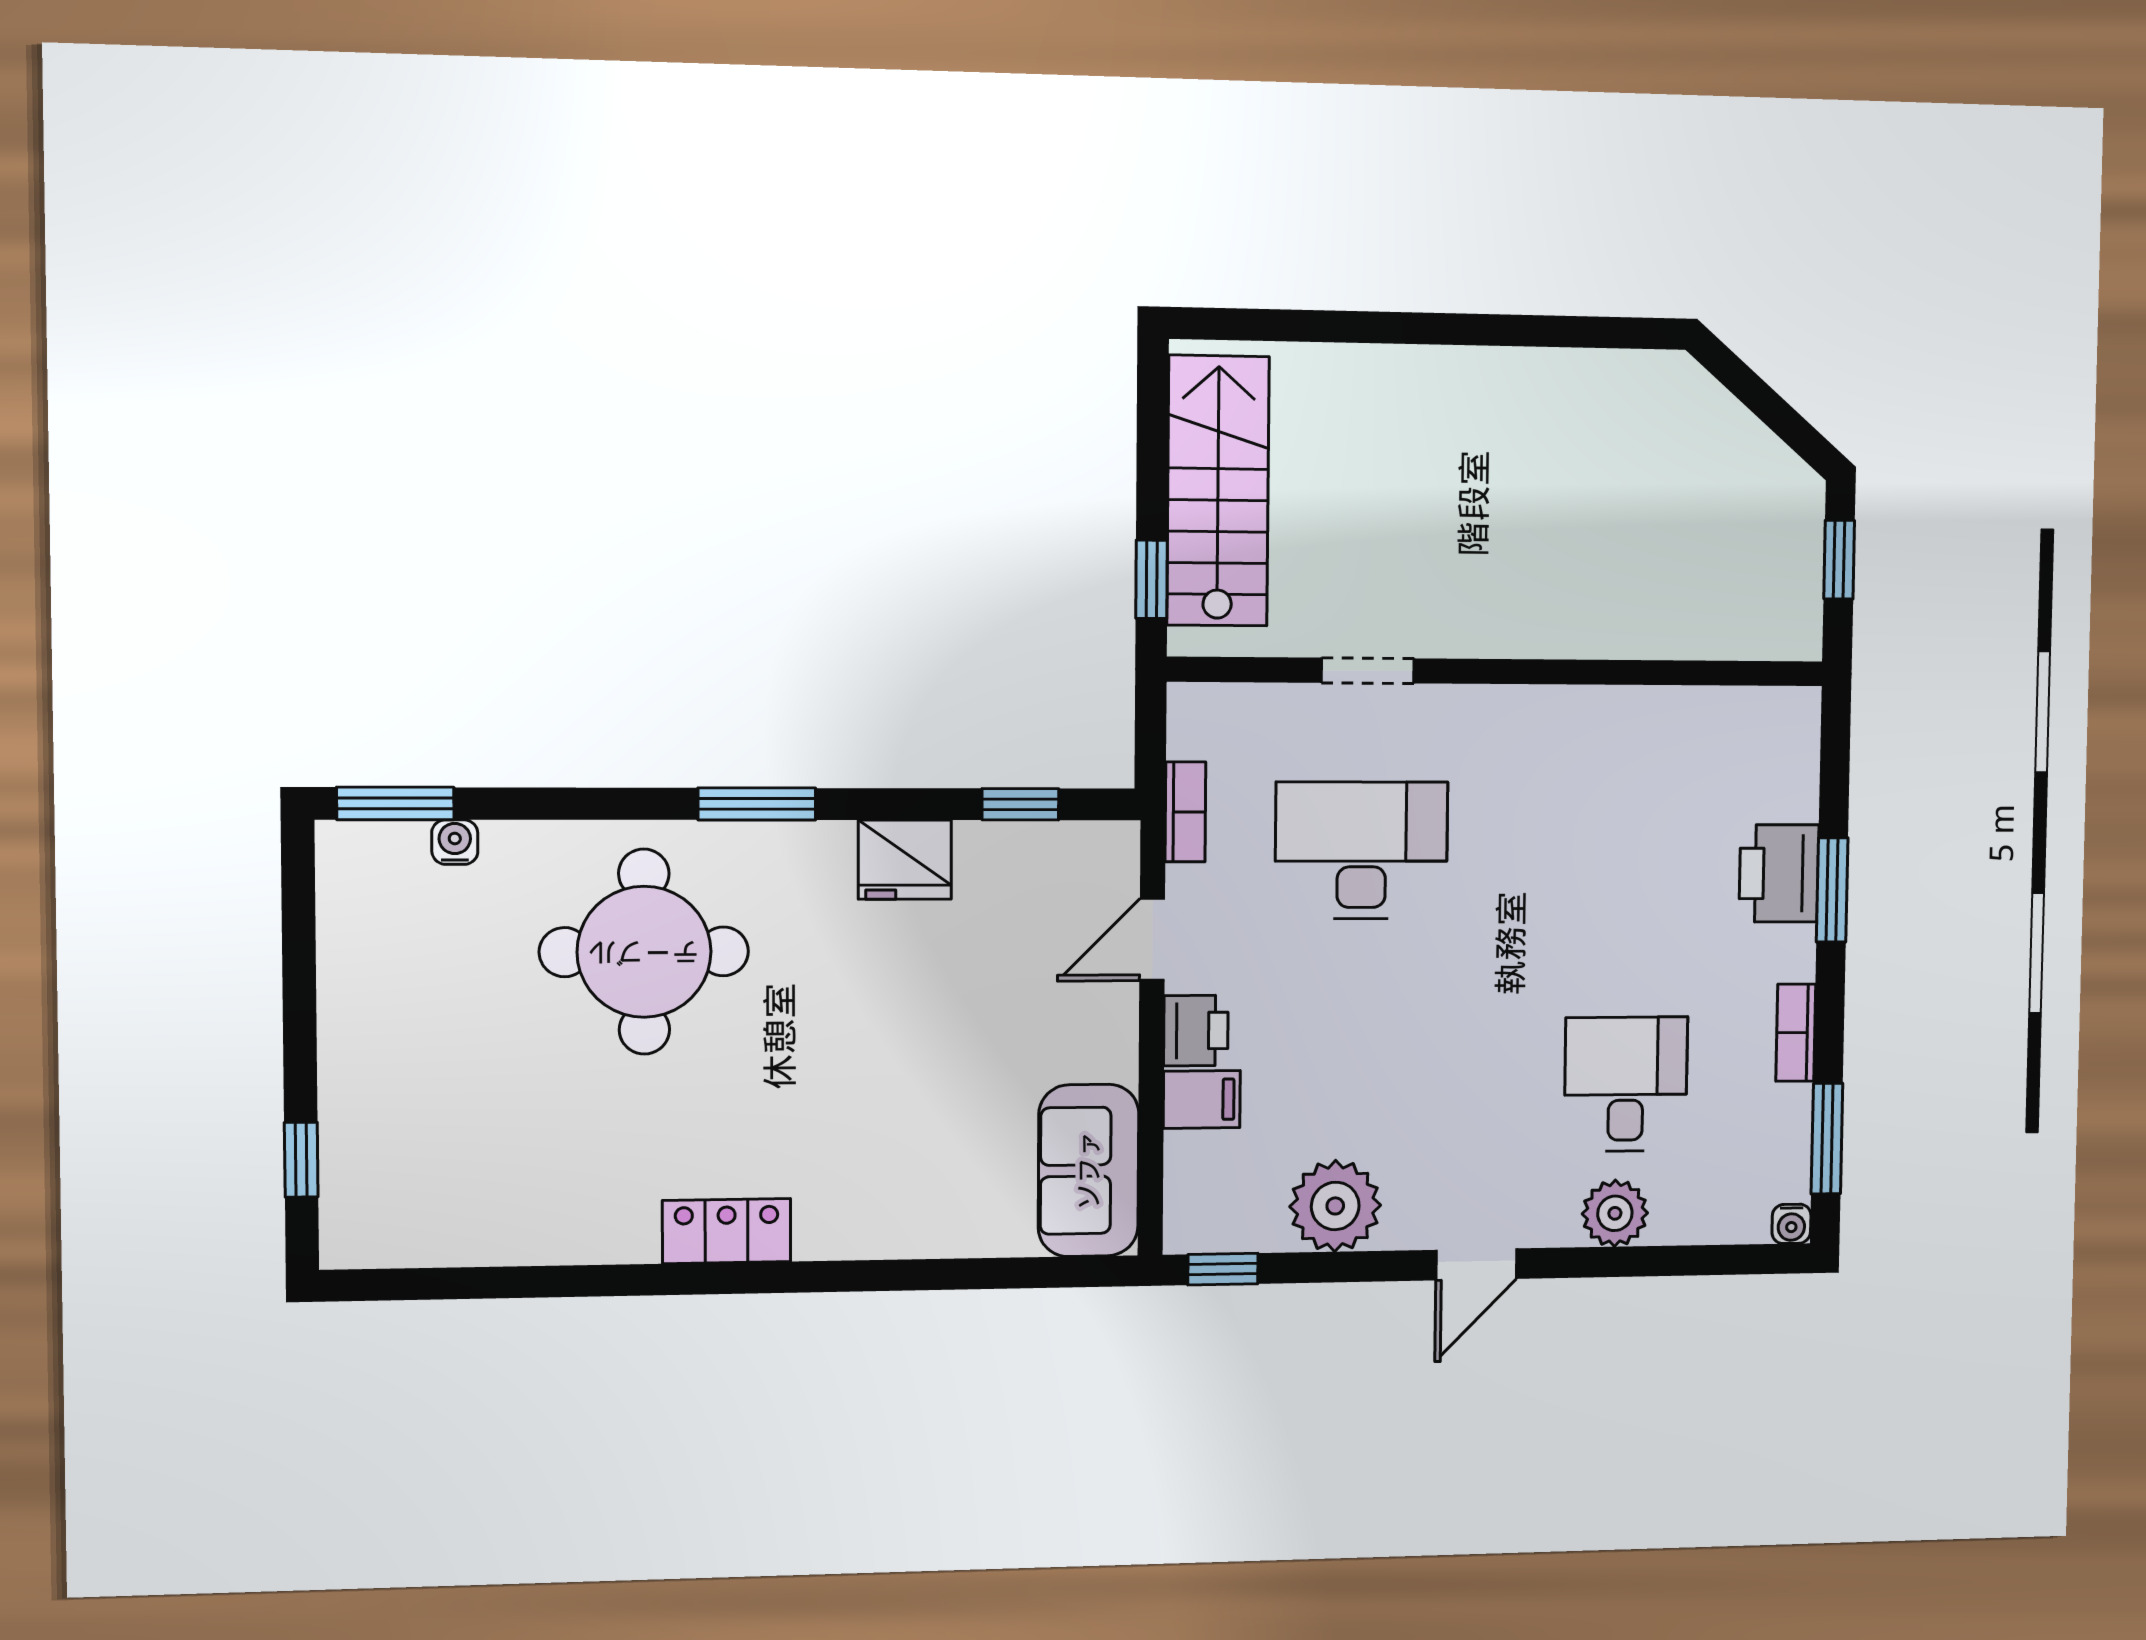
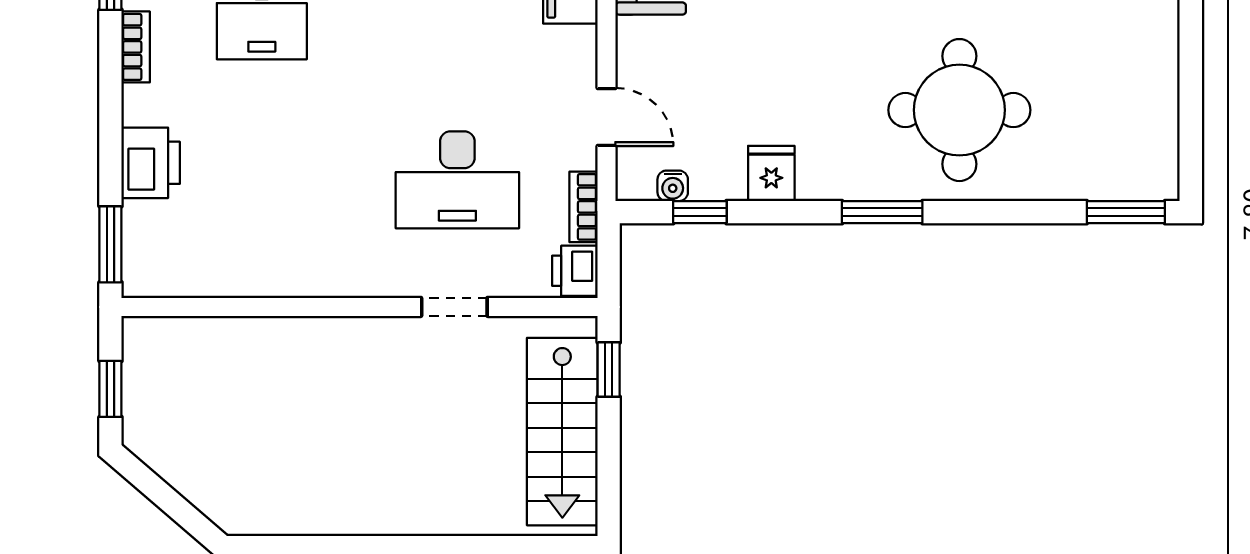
water cooler: (455, 842) -> (673, 186), moved
fridge: (905, 860) -> (771, 173), width x0.72
window: (1832, 890) -> (110, 244), moved
door: (1152, 939) -> (606, 117), hinge flipped
printer: (1196, 1031) -> (575, 271), moved

